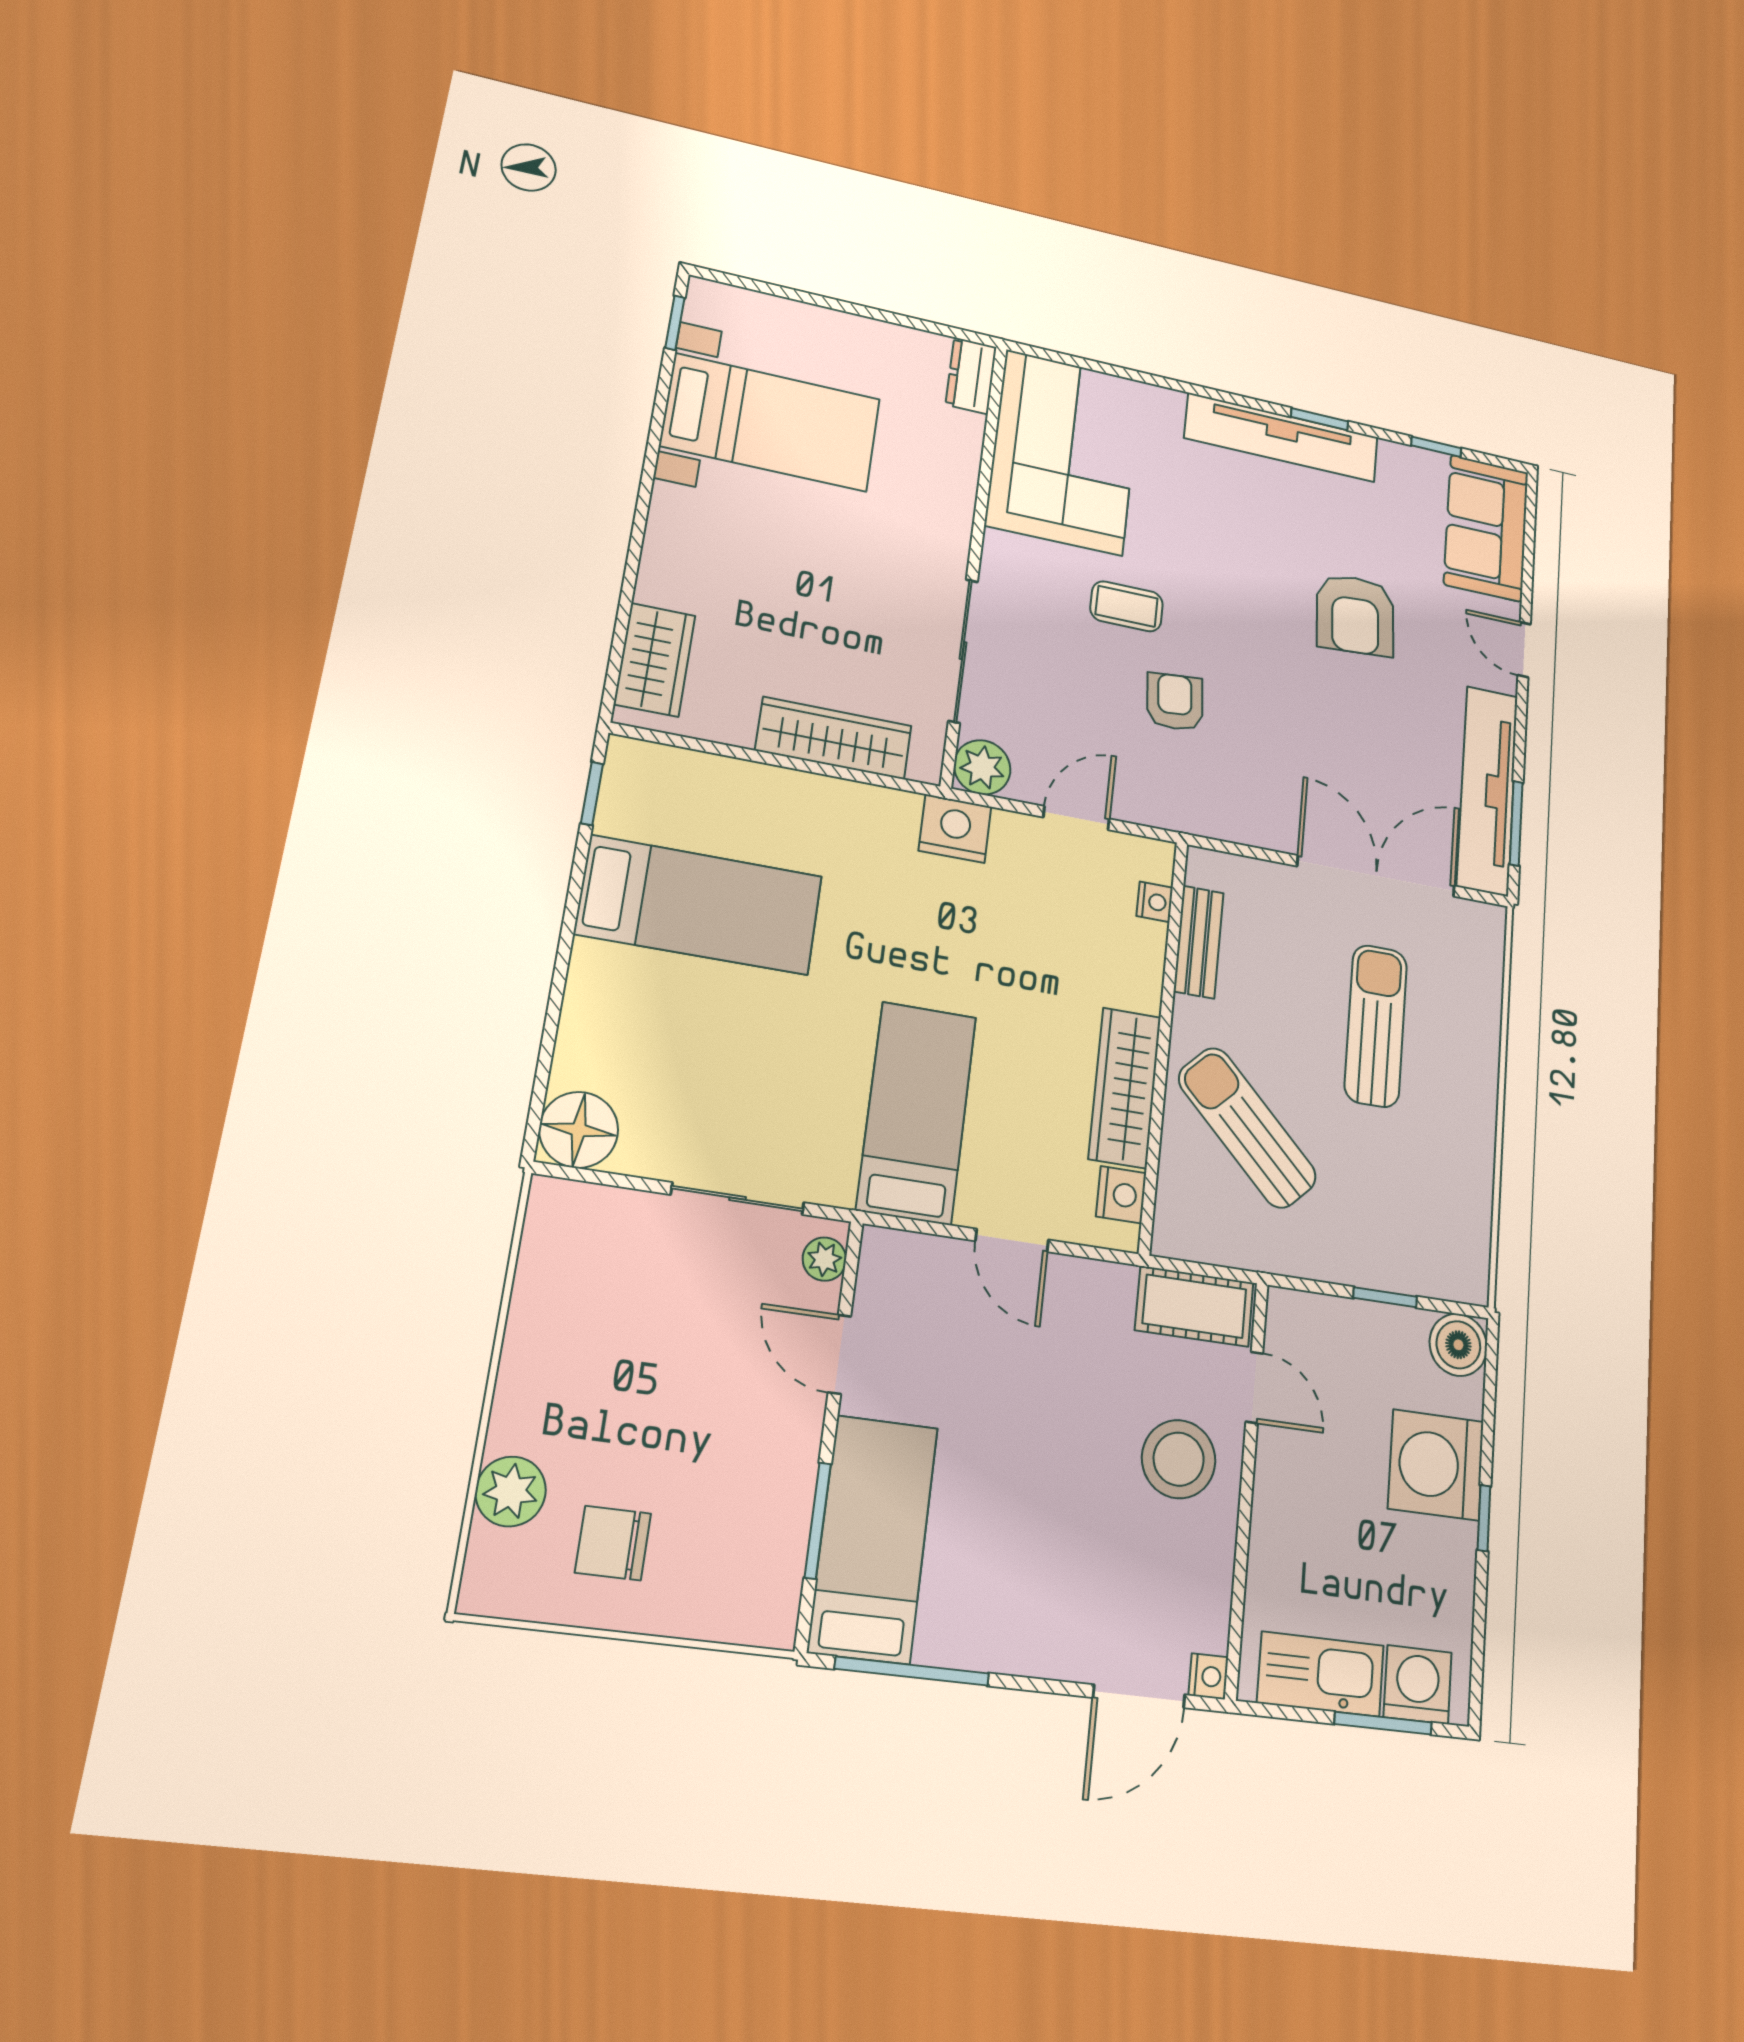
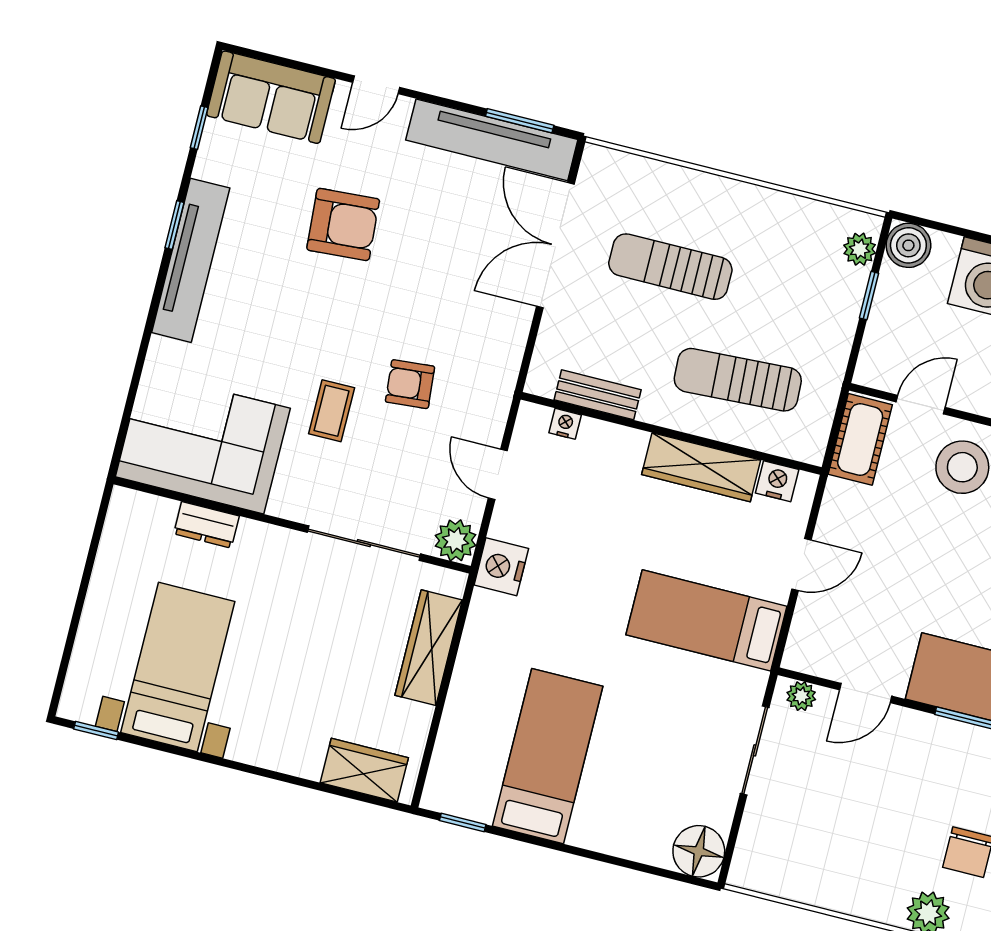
dresser: (971, 376) -> (206, 525), moved
sun lounger: (1247, 1128) -> (738, 380), turned 42
plant: (1442, 1278) -> (860, 249), added

